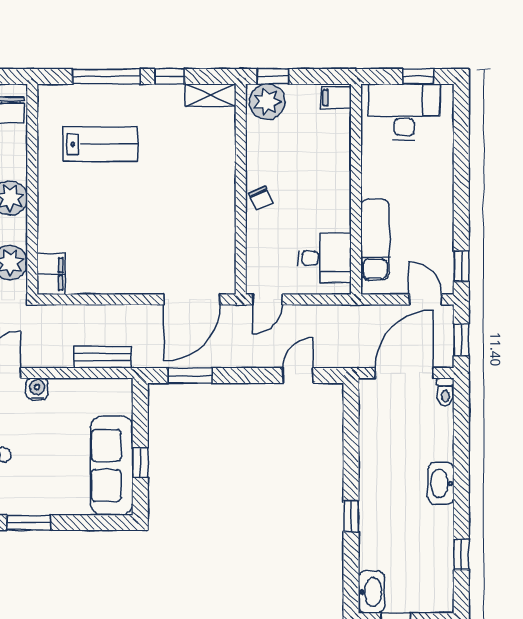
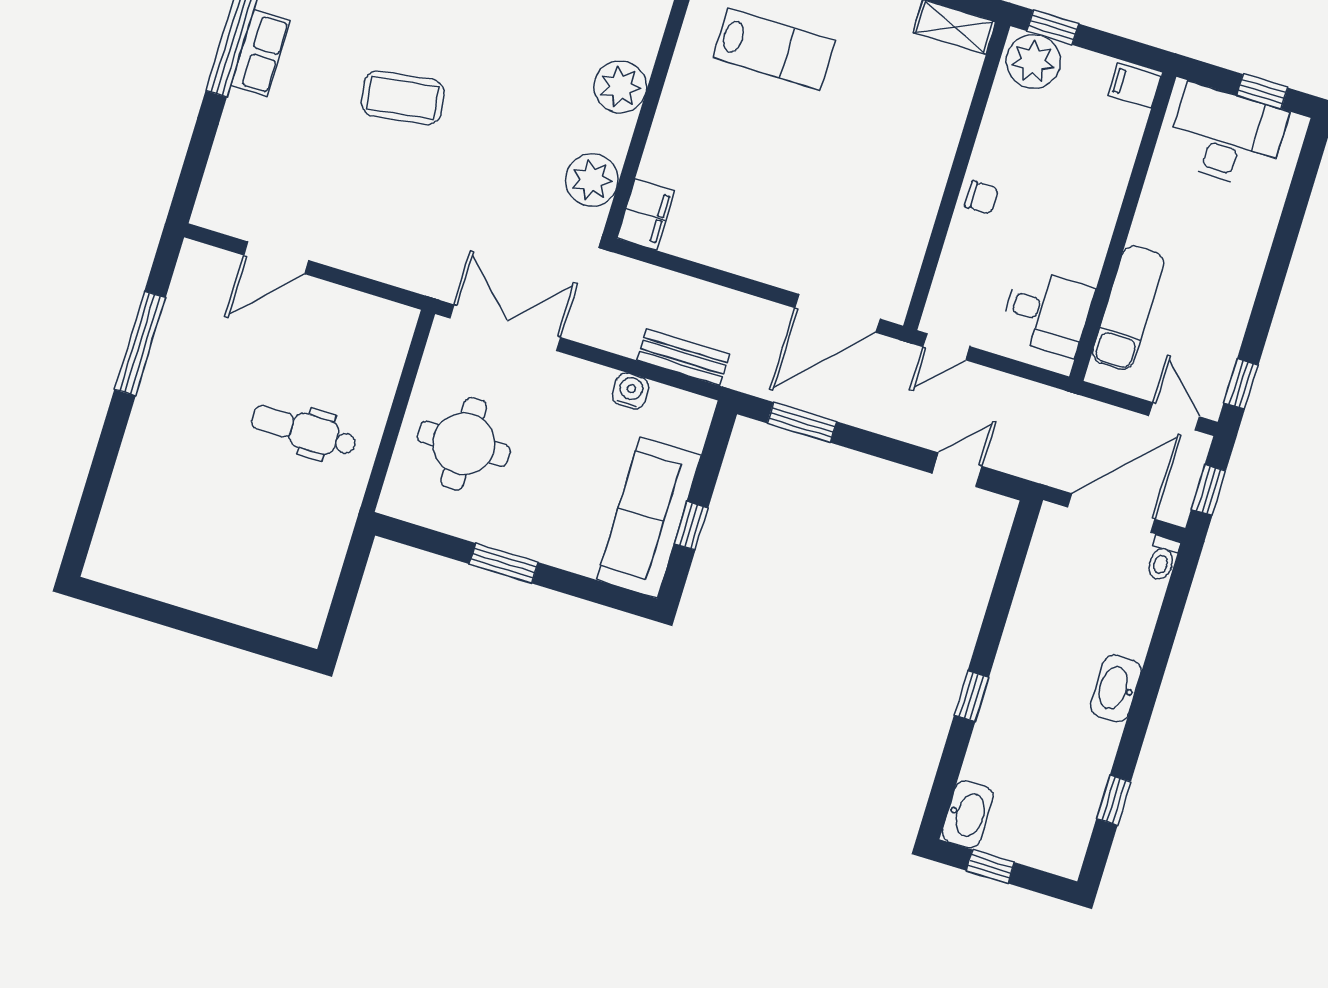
chair: (261, 198) -> (981, 198), turned -66
water cooler: (37, 389) -> (631, 391), moved

